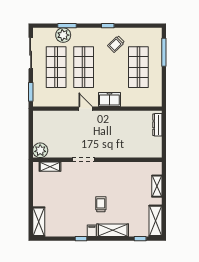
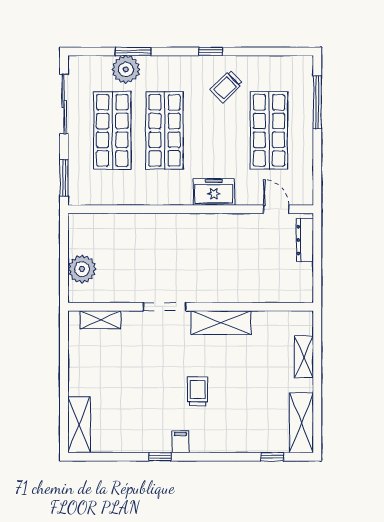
door: (86, 109) -> (276, 209), moved
plant: (40, 150) -> (82, 269), moved
shelving: (113, 230) -> (221, 323), moved

